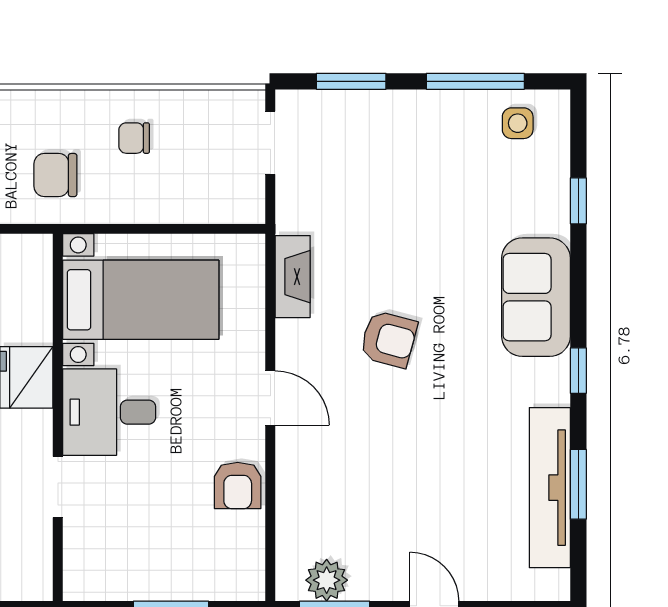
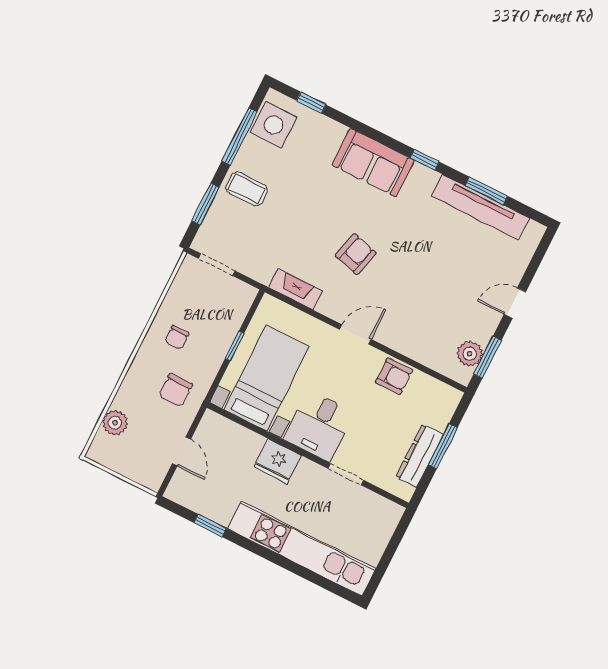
side table: (518, 123) -> (274, 125), width x1.87, depth x1.87
coffee table: (404, 131) -> (247, 189), added
window: (578, 201) -> (311, 103), moved
window: (164, 229) -> (235, 346), added
dresser: (139, 582) -> (419, 456), added

